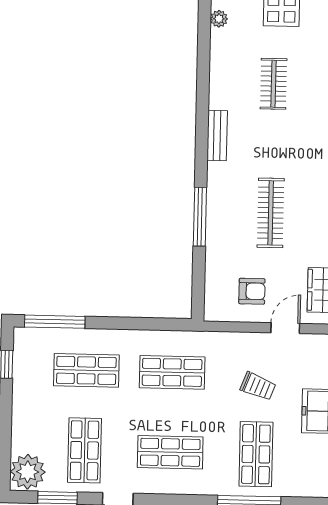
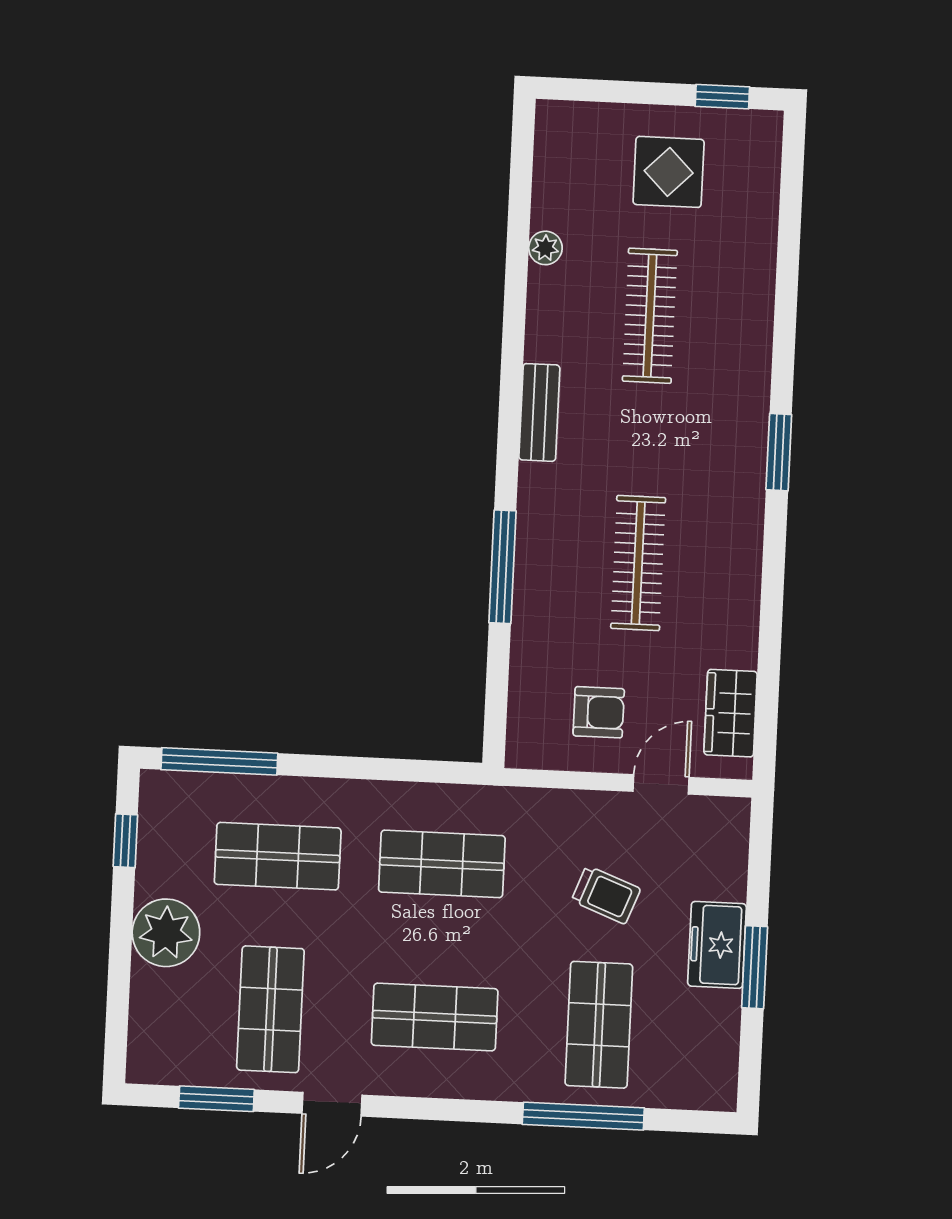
plant: (219, 19) -> (545, 248), moved
clothes rail: (274, 84) -> (650, 316), width x1.36
plant: (28, 472) -> (166, 933), moved

